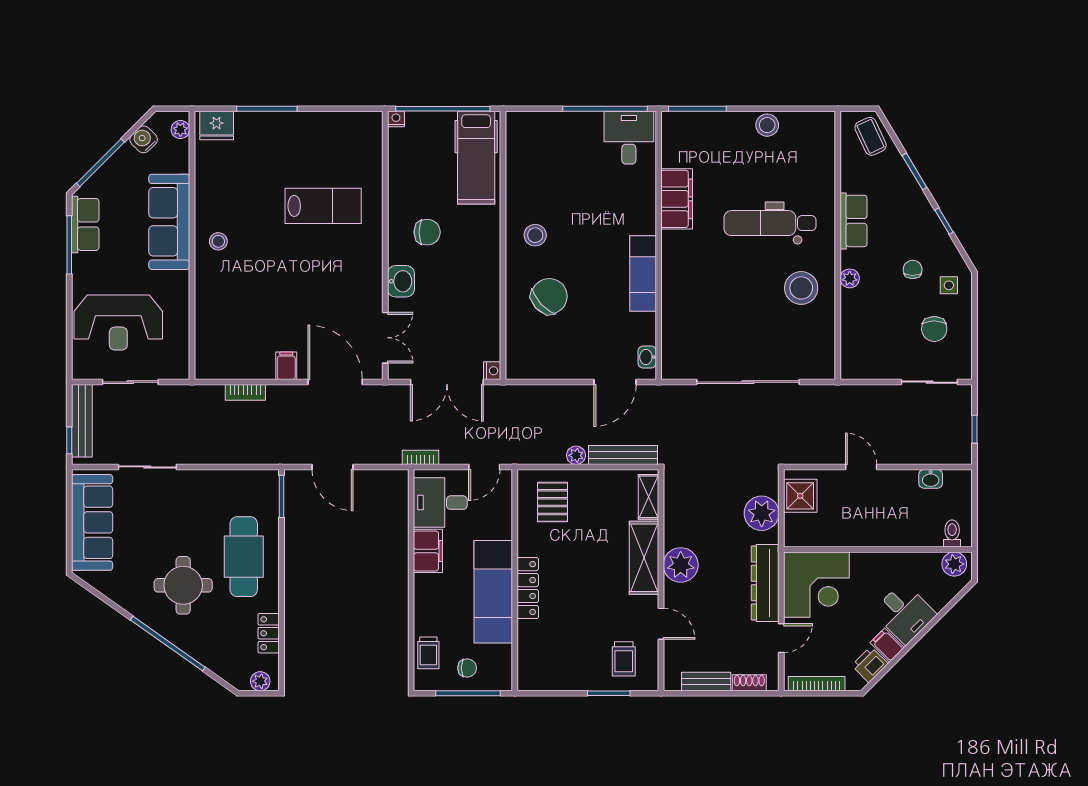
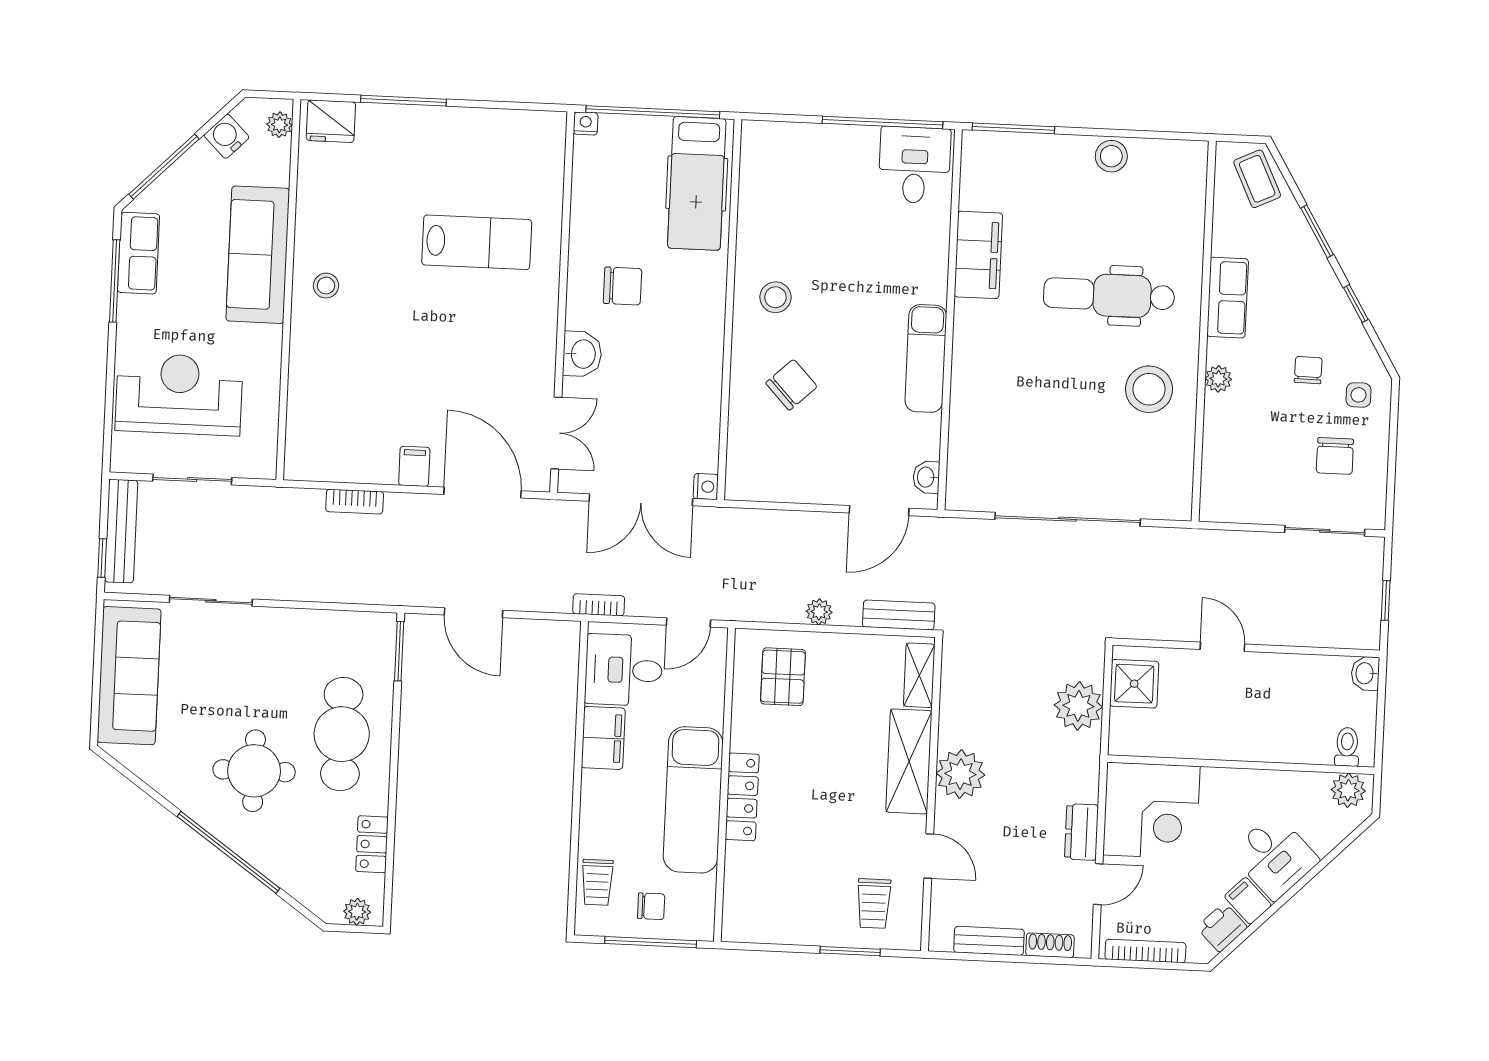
chair: (549, 296) -> (791, 385), width x0.73, depth x0.73
reception desk: (118, 323) -> (179, 394), turned 180
bench: (623, 455) -> (899, 615), width x0.73
washbasin: (931, 479) -> (1365, 673), moved, turned 90
dresser: (765, 583) -> (1081, 832), width x0.51, depth x0.80

